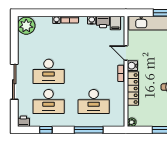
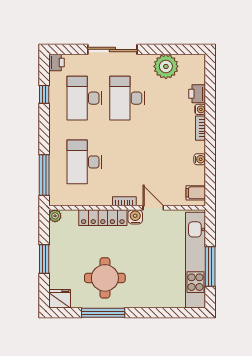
printer: (103, 22) -> (197, 94), moved
plant: (26, 26) -> (166, 66), moved
door: (126, 53) -> (153, 208), hinge flipped
window: (89, 130) -> (44, 175), moved

